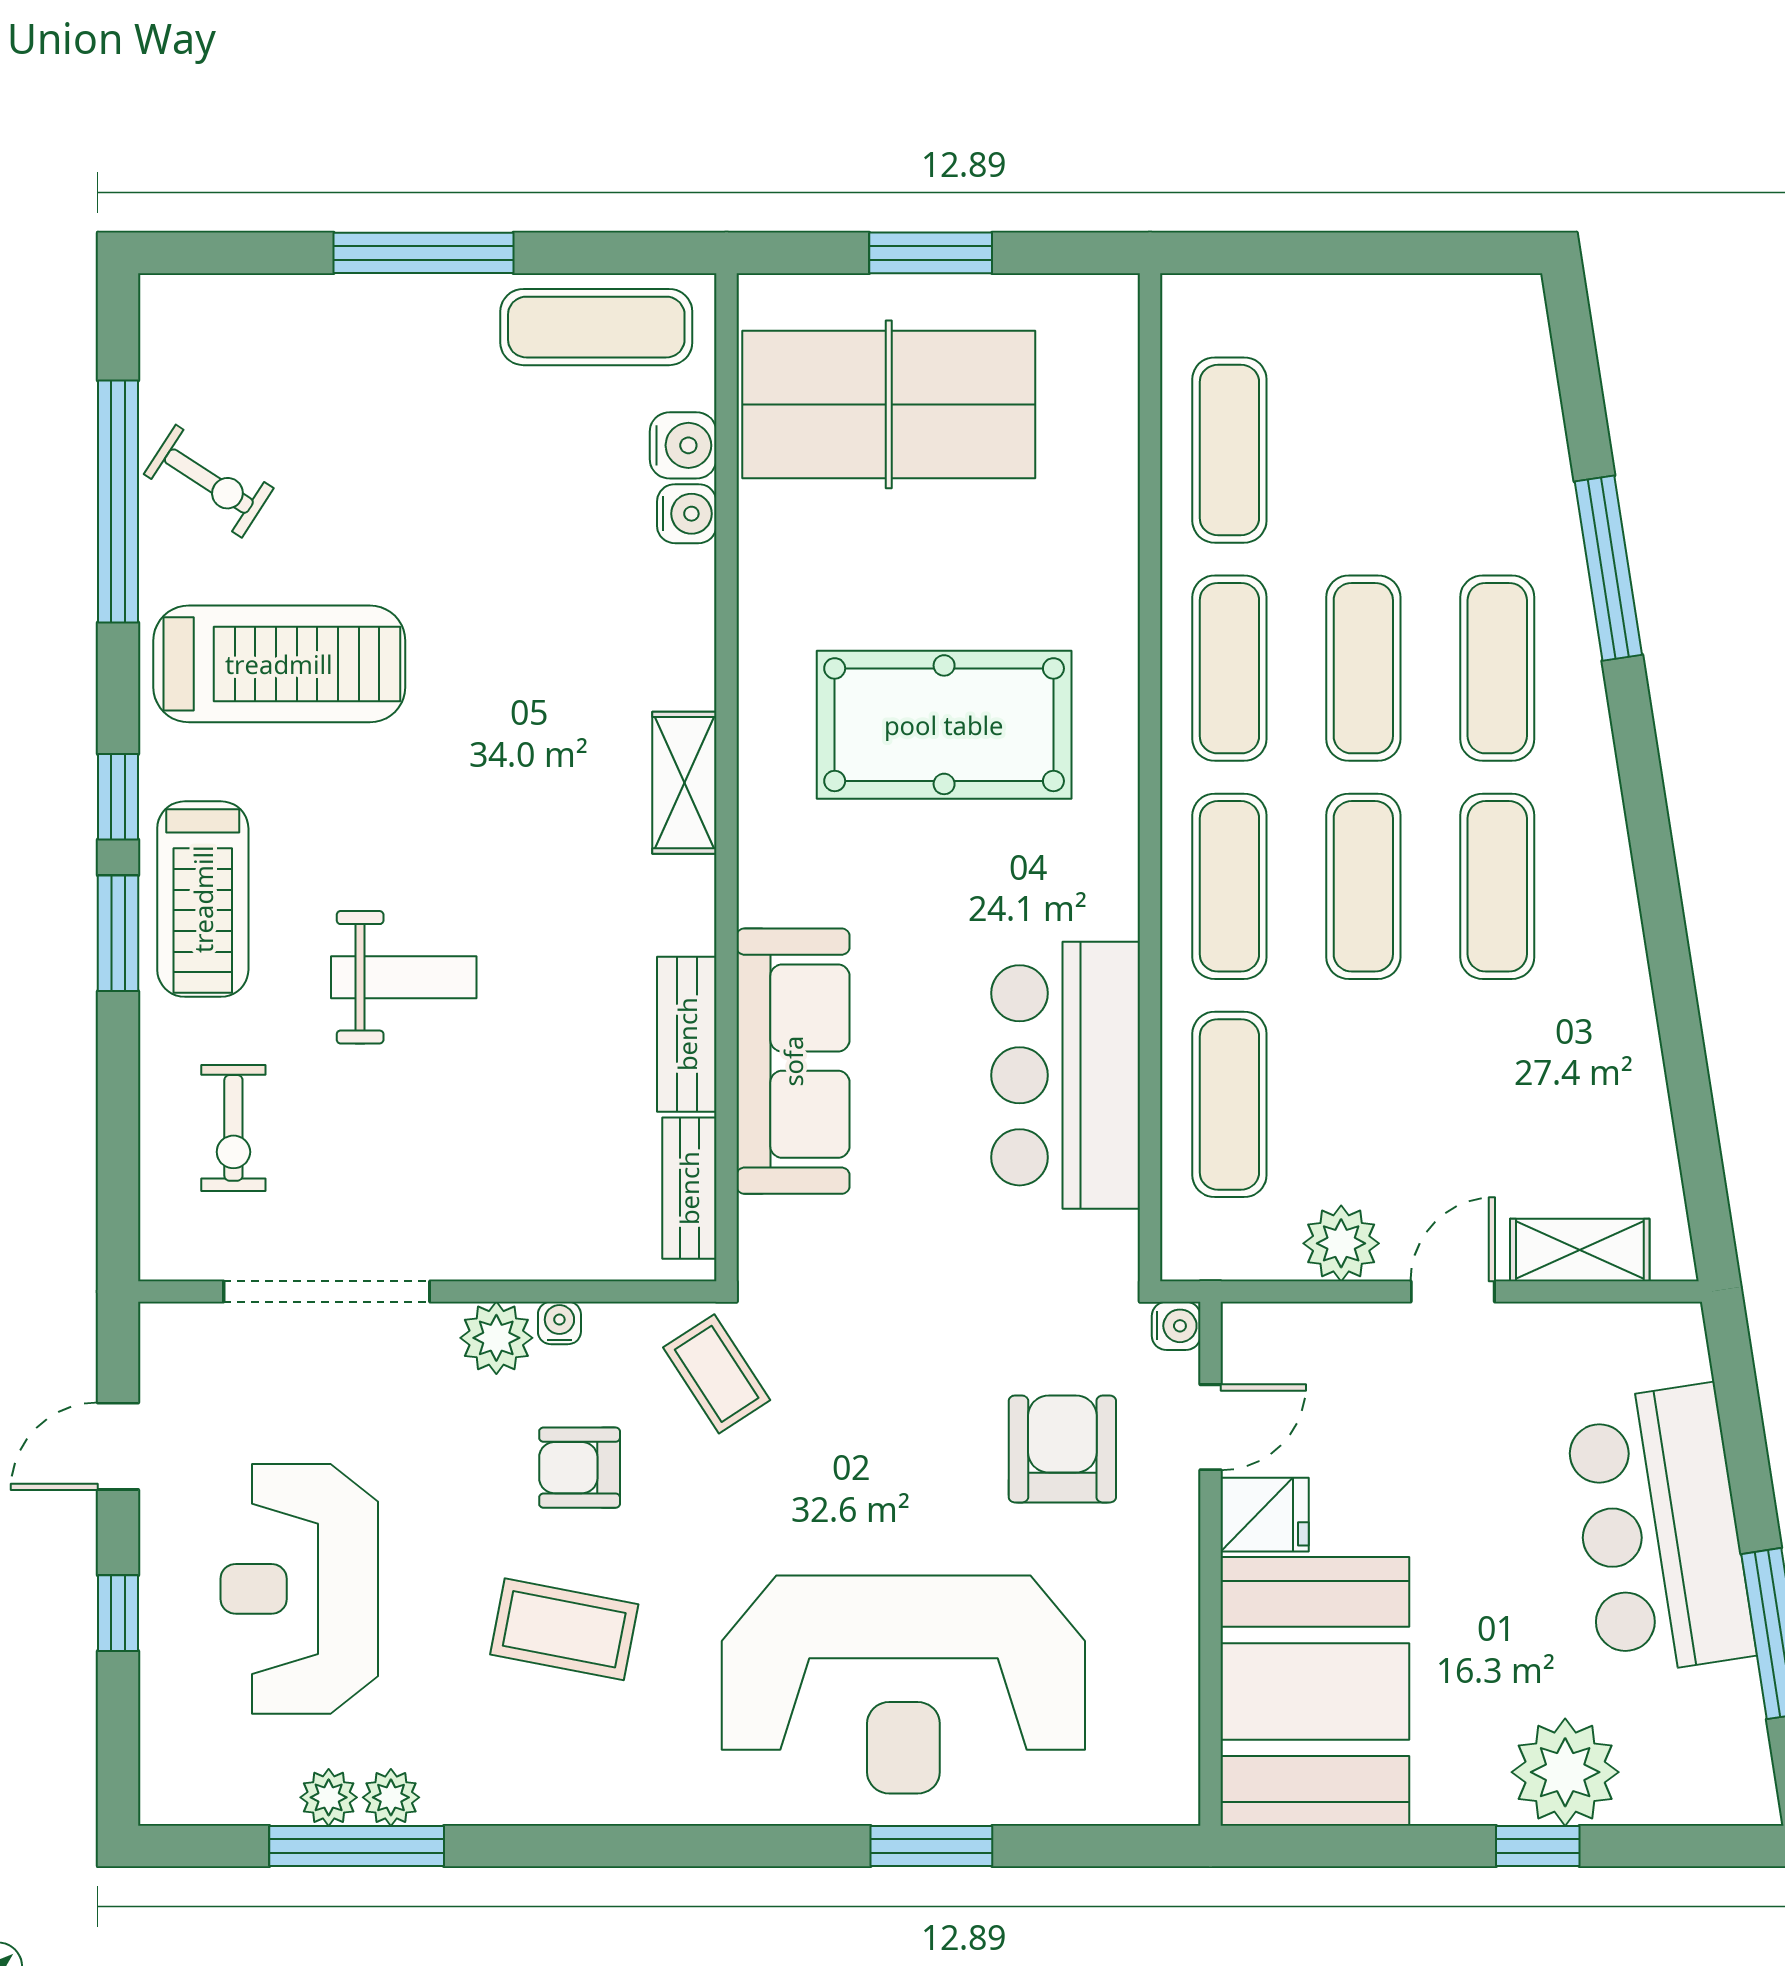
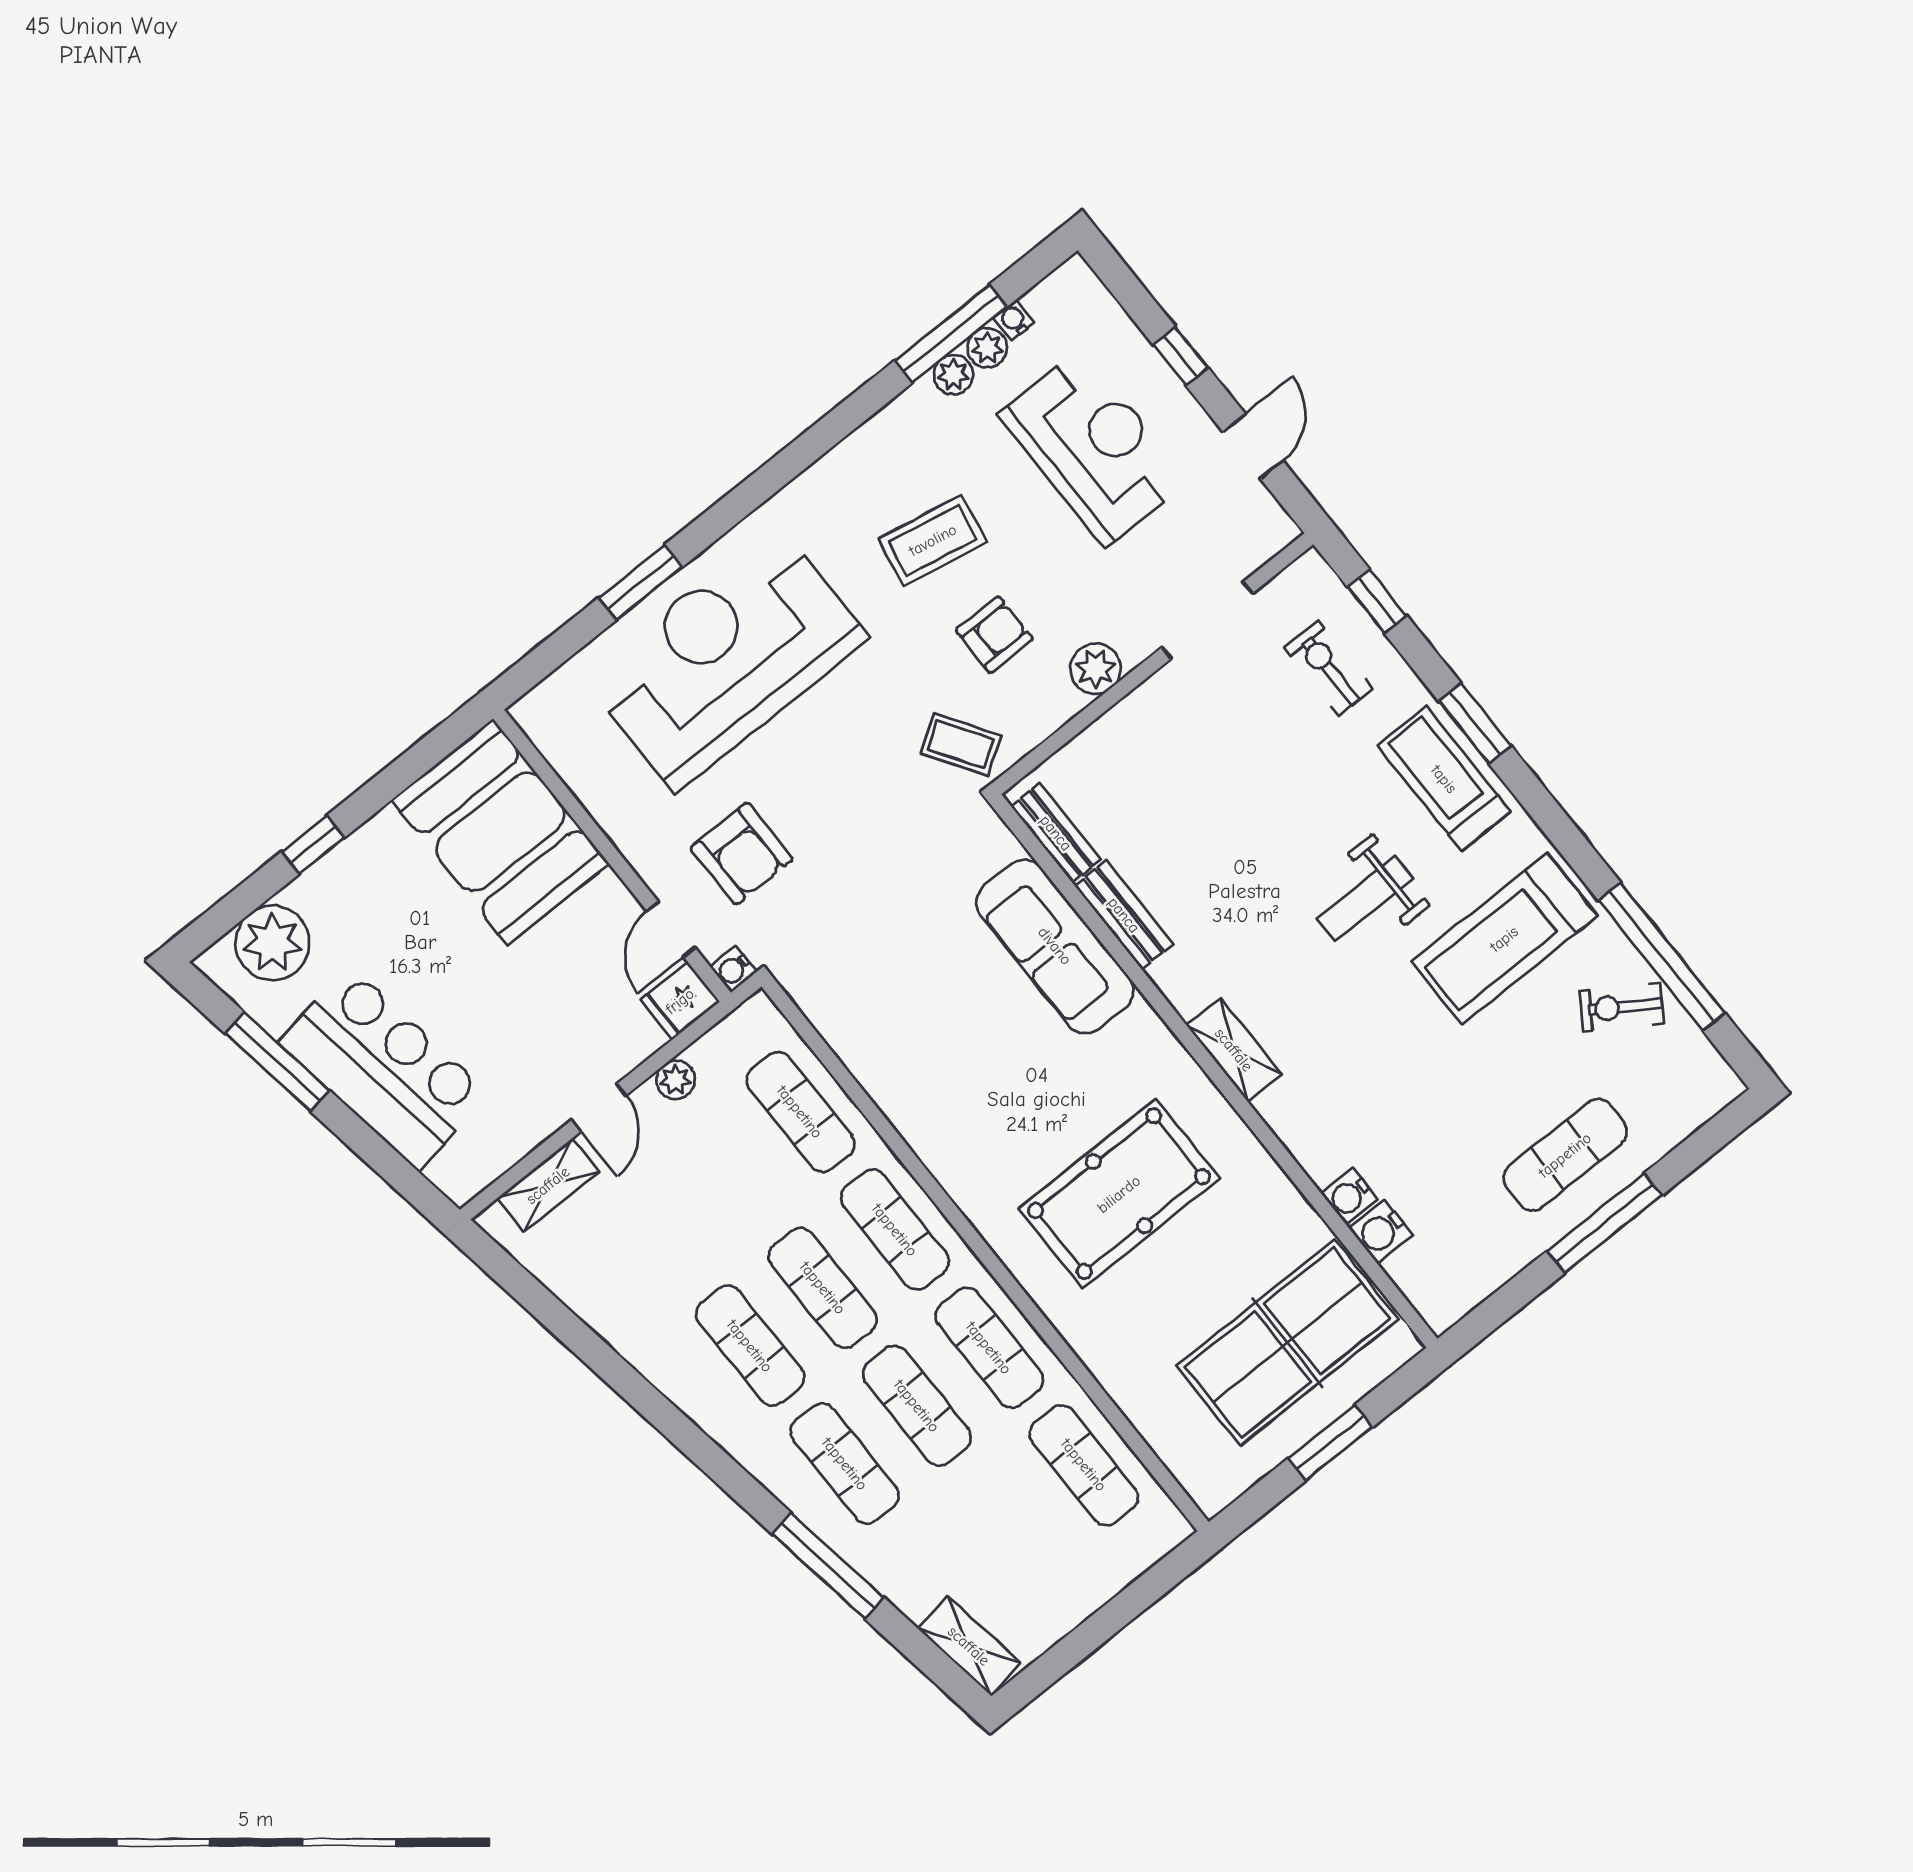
exercise mat: (596, 327) -> (1565, 1155), moved
shelving: (1521, 350) -> (969, 1646), added
window: (118, 797) -> (1377, 601), moved
weight bench: (404, 977) -> (1365, 898), moved
bar counter: (1066, 1075) -> (902, 1057), removed
plant: (1341, 1243) -> (676, 1080), width x0.73, depth x0.73
doorway: (327, 1291) -> (1207, 620), width x0.73
water cooler: (559, 1323) -> (1014, 320), moved, turned 180
fridge: (1265, 1515) -> (680, 1001), moved
plant: (1565, 1772) -> (272, 943), moved

